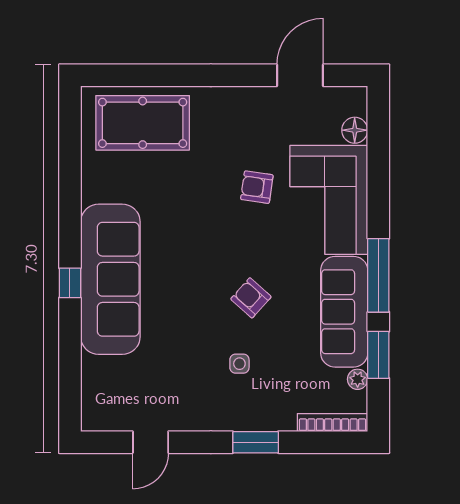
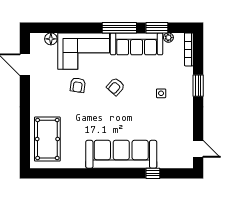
window: (70, 283) -> (153, 173), moved
armchair: (251, 298) -> (116, 87), moved
door: (151, 442) -> (198, 149), moved

